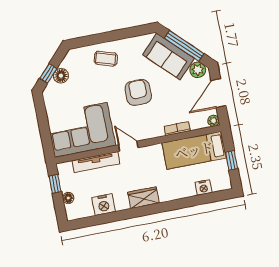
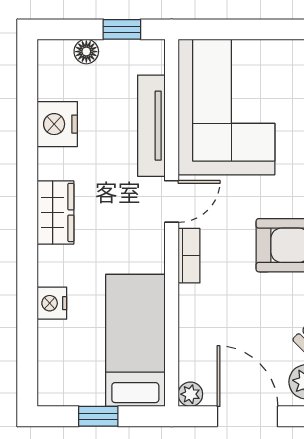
bookcase: (177, 129) -> (189, 256), moved
nightstand: (204, 188) -> (52, 303), moved

